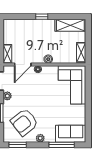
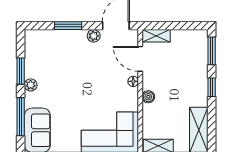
window: (17, 17) -> (212, 51), added
armchair: (24, 122) -> (54, 61), removed
window: (18, 145) -> (21, 71), moved

